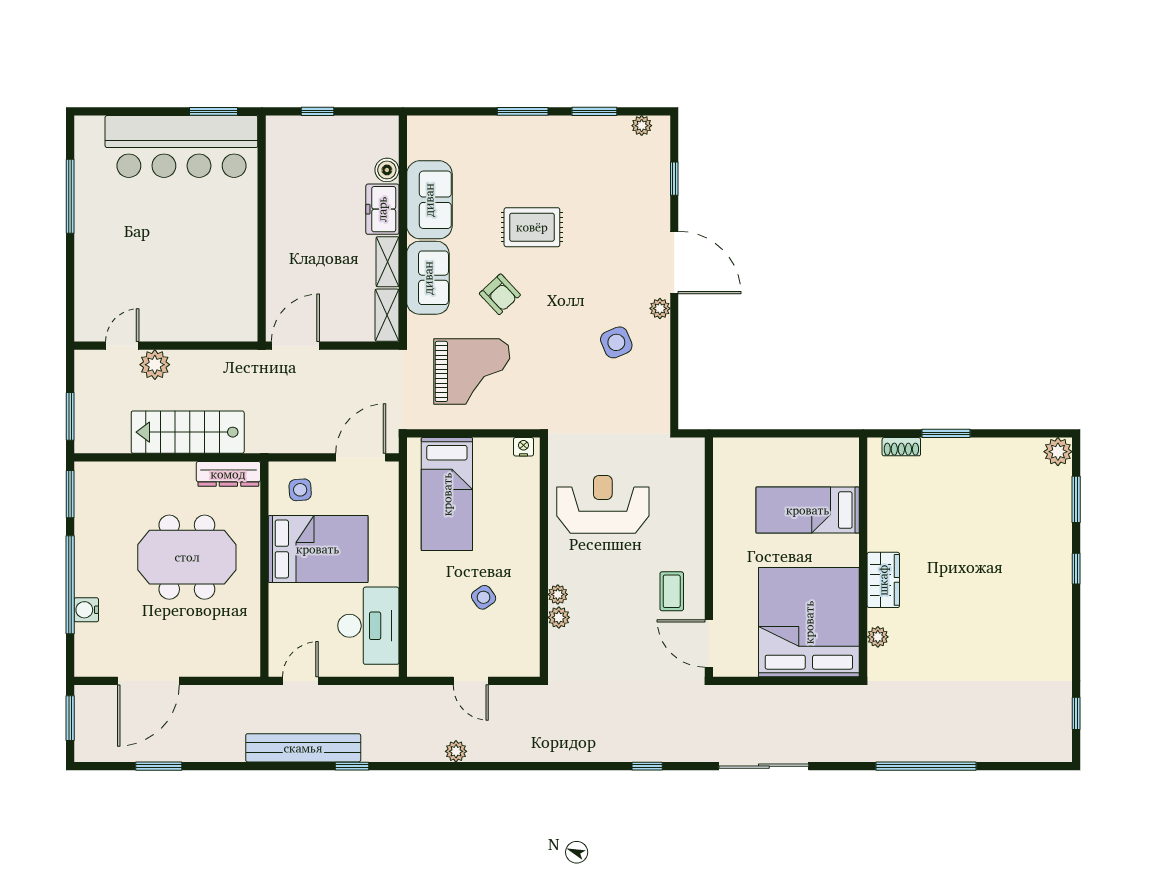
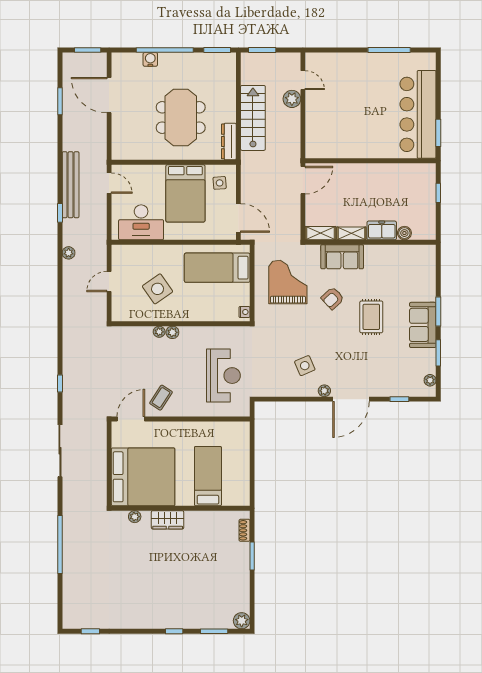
sofa: (429, 200) -> (423, 325), moved, turned 90
door: (295, 346) -> (303, 180), hinge flipped
grand piano: (472, 371) -> (288, 282), turned 180
reception desk: (603, 504) -> (223, 376), moved
coffee table: (672, 591) -> (161, 398), turned -57
side table: (484, 597) -> (158, 289), width x1.87, depth x1.87
plant: (559, 617) -> (172, 332), moved
plant: (456, 751) -> (69, 253), moved

